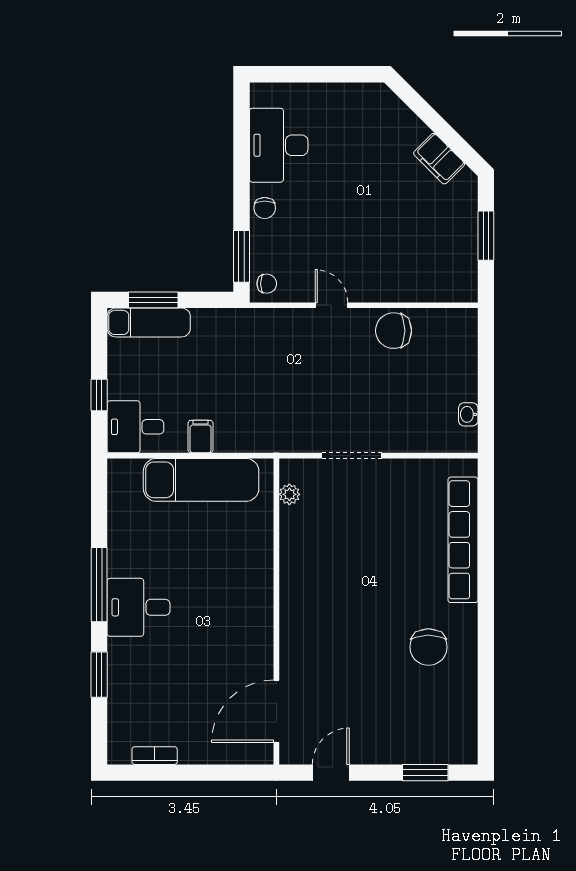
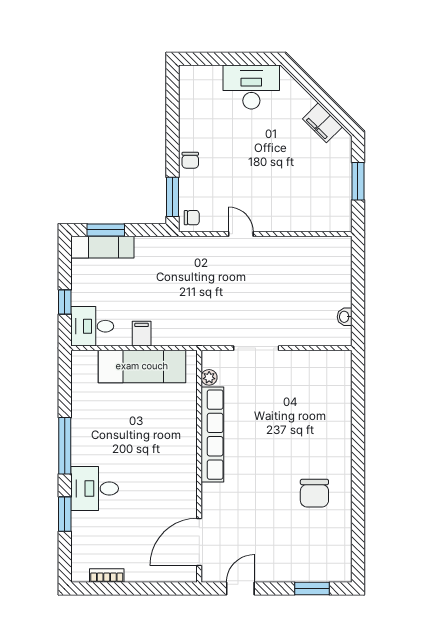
desk: (279, 145) -> (251, 87), moved, turned 90
chair: (394, 331) -> (288, 253), removed
row of seats: (463, 540) -> (212, 435), moved, turned 180
desk: (139, 607) -> (95, 488), moved

